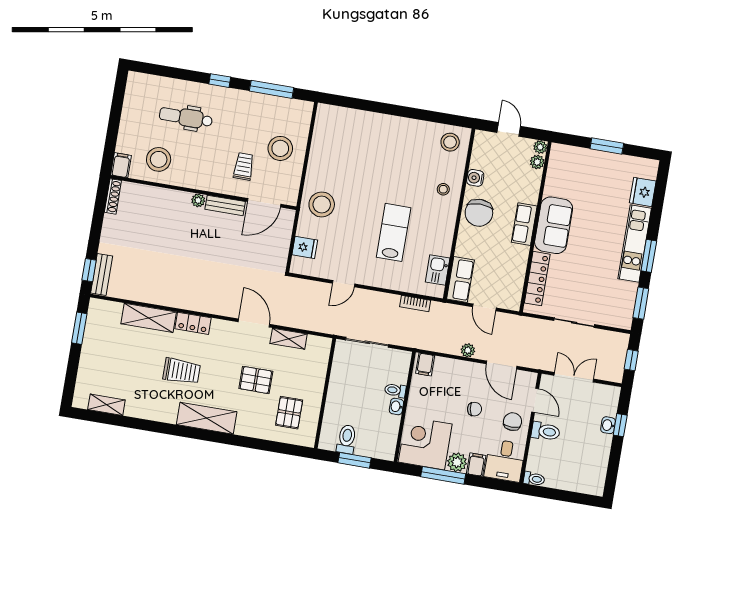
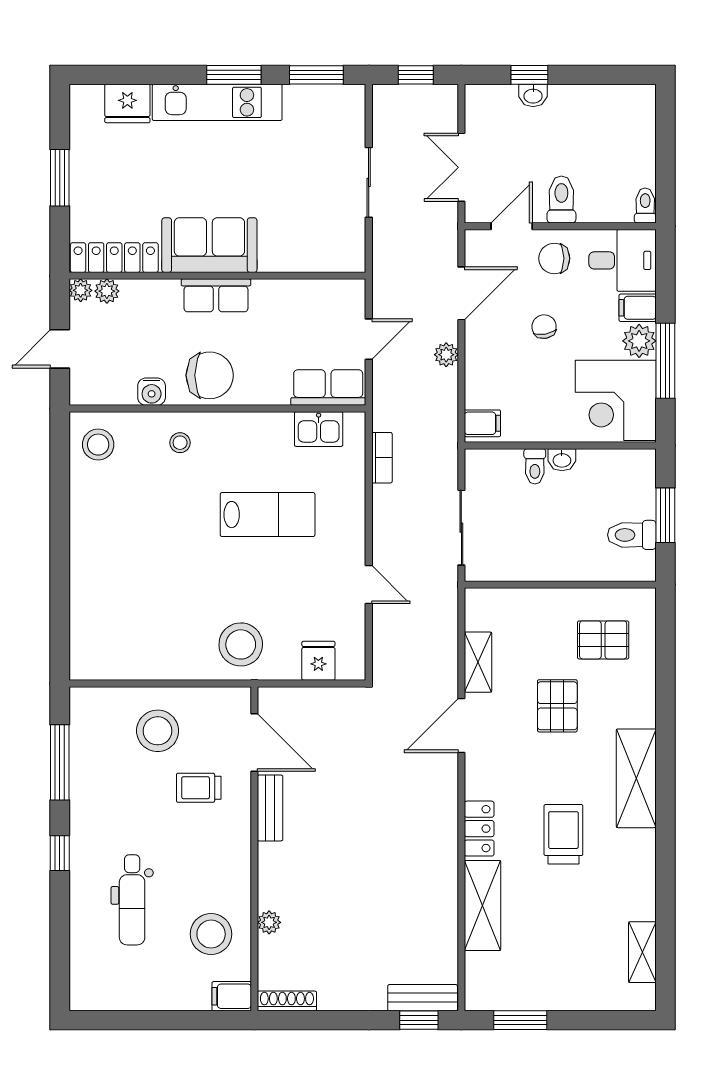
plant: (198, 200) -> (269, 922), moved
lab bench: (394, 232) -> (268, 515), turned 180
locker: (537, 279) -> (114, 258), moved

